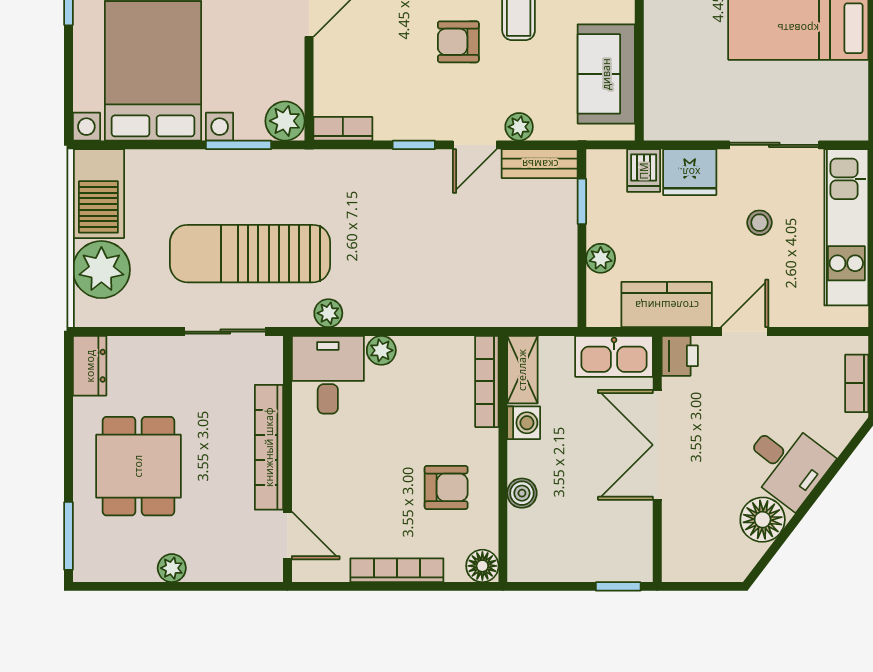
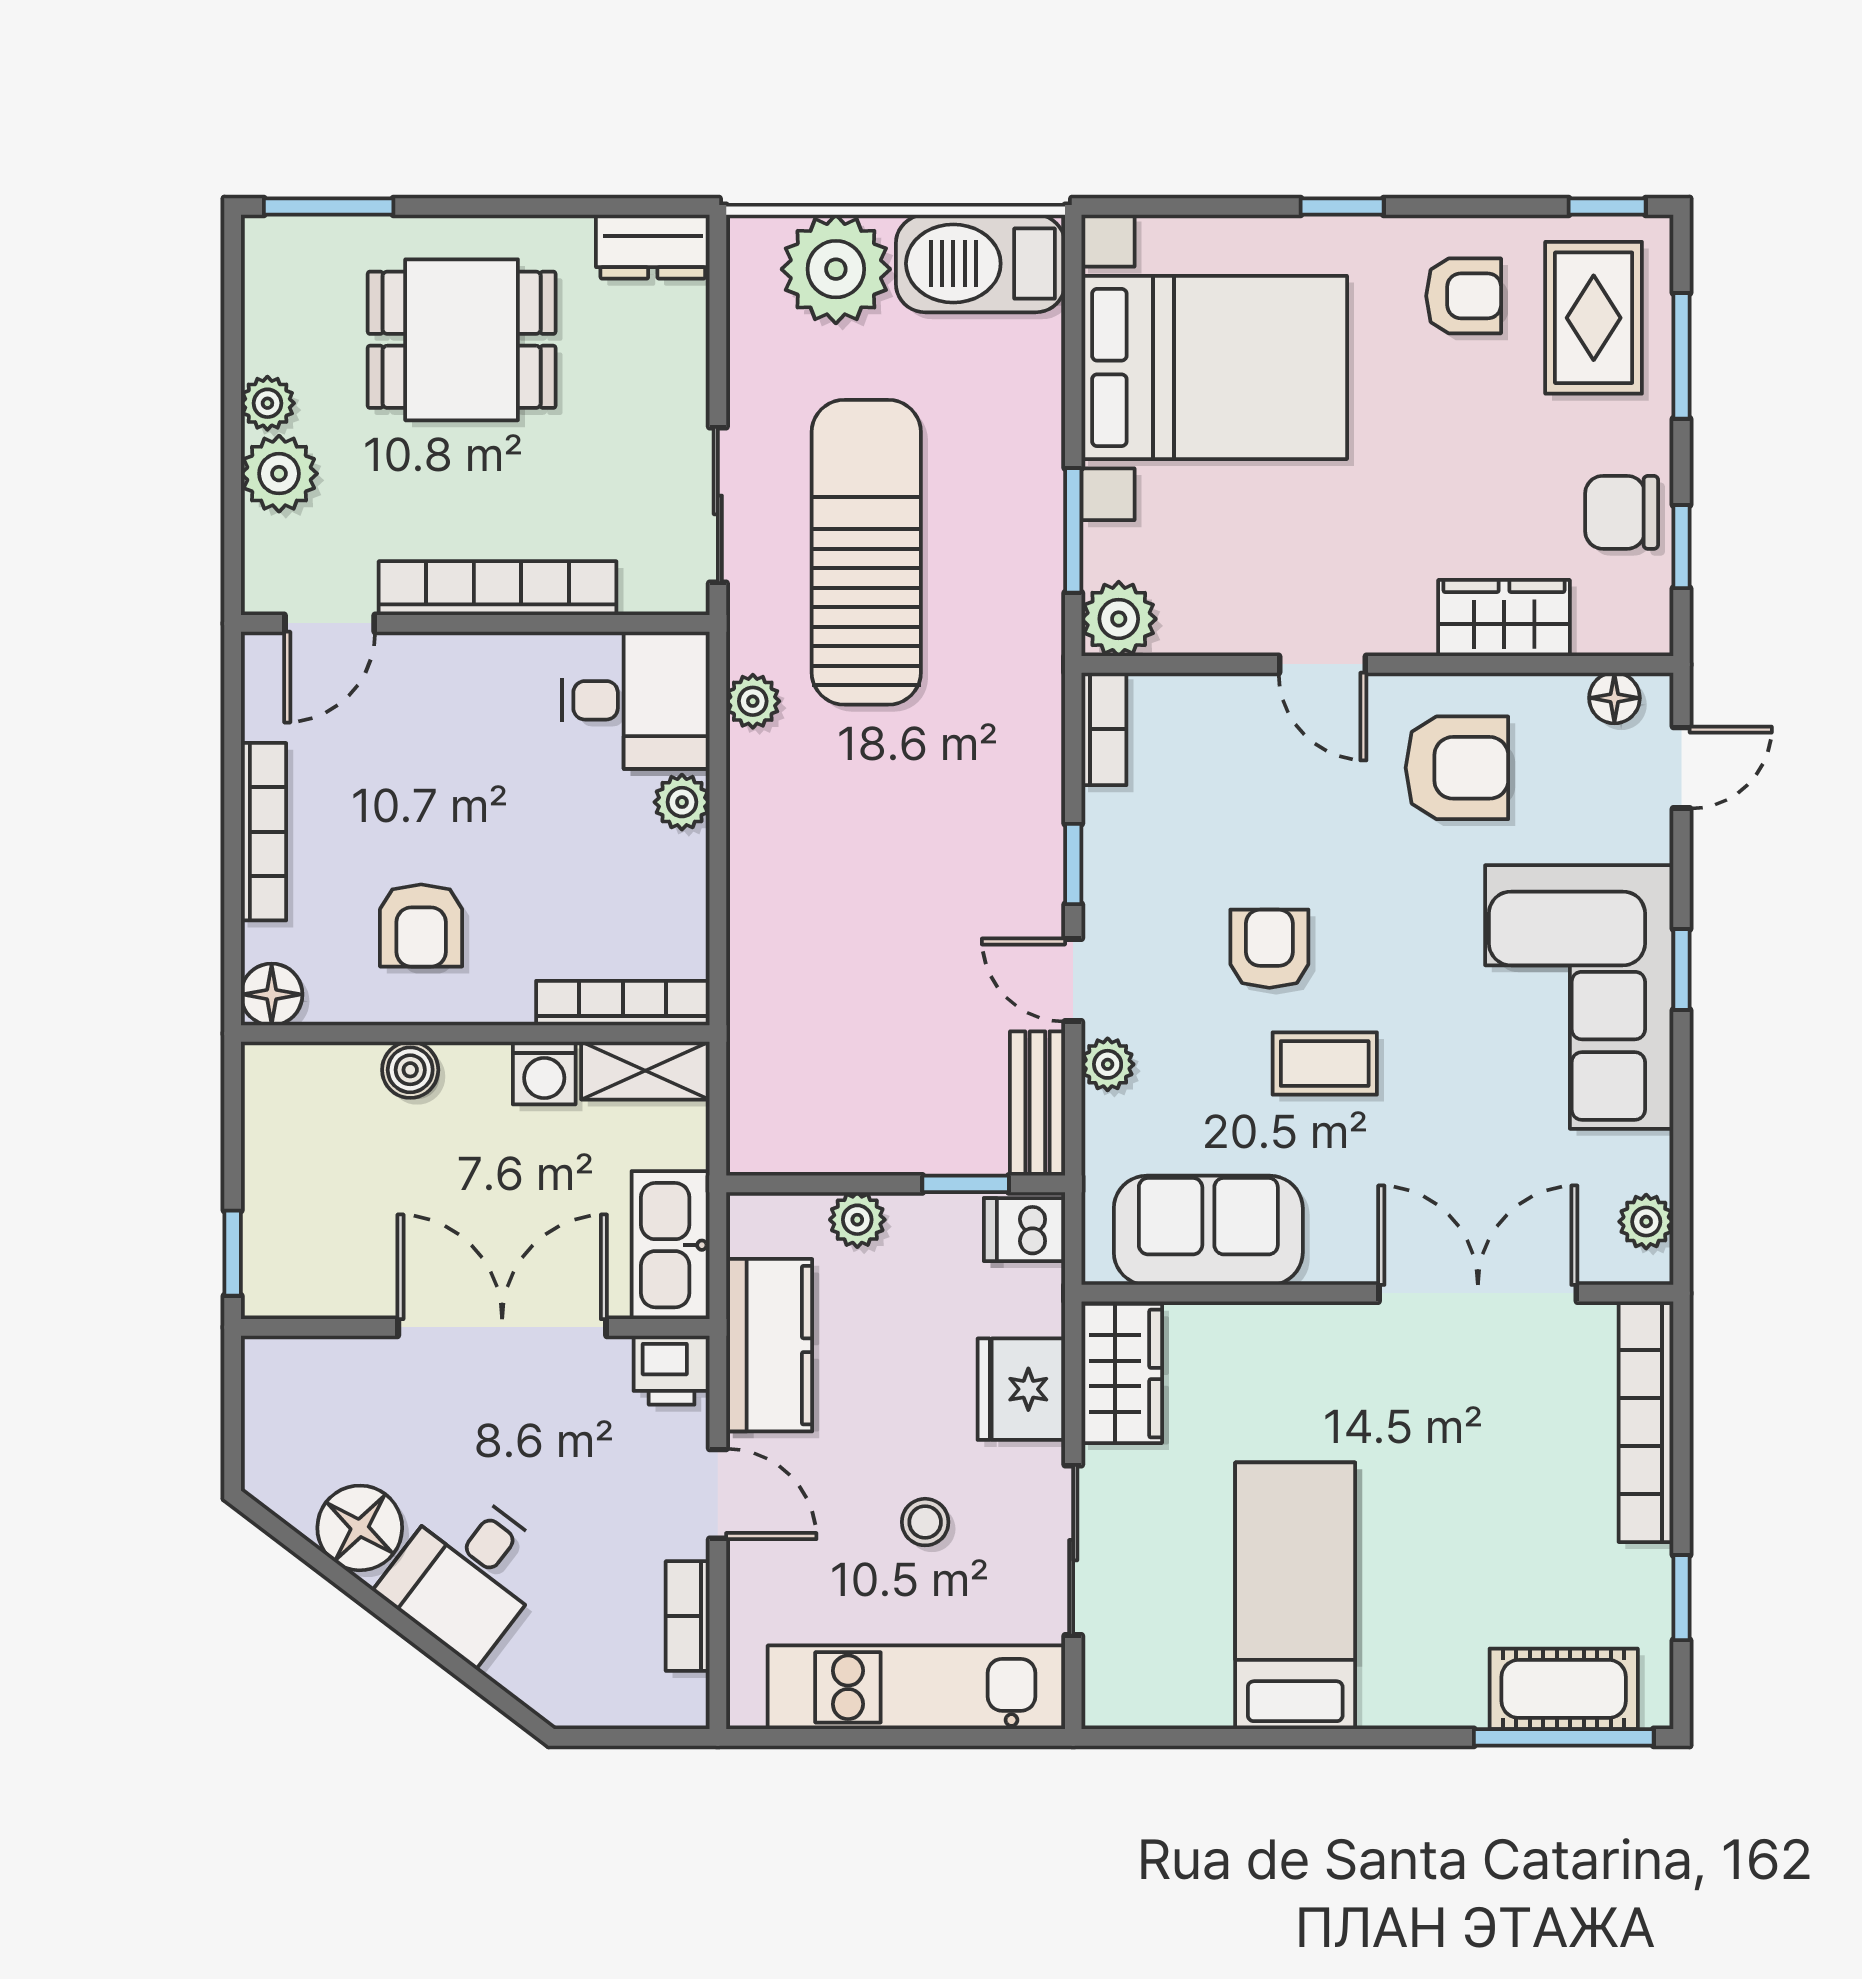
wardrobe: (681, 119) -> (1122, 1374), added
dishwasher: (644, 171) -> (1024, 1230), moved
bookcase: (857, 383) -> (688, 1616), moved, turned -90
plant: (209, 562) -> (279, 474), added

